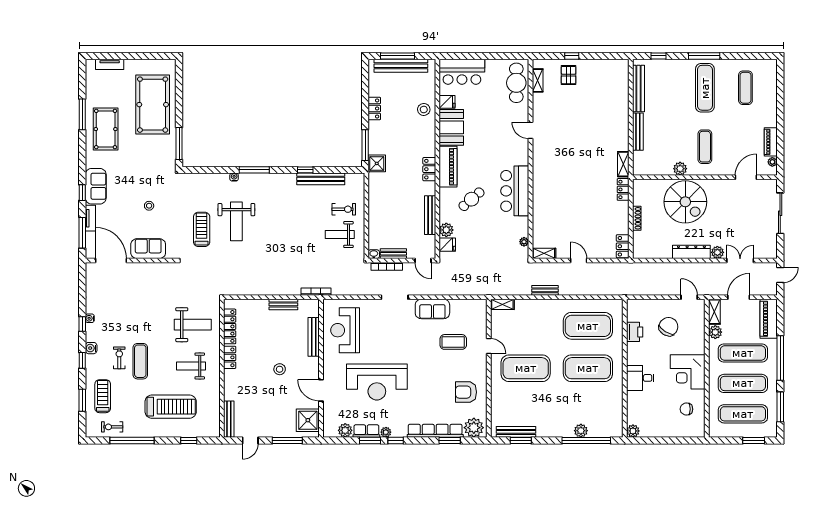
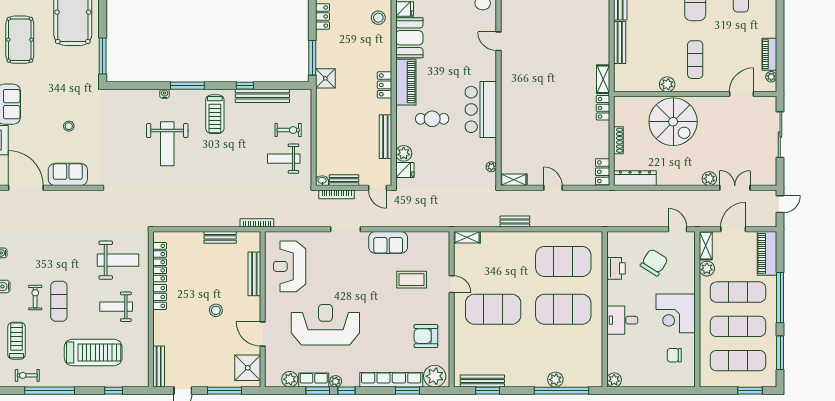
cafe table: (472, 199) -> (432, 119), turned 41
treadmill: (202, 229) -> (215, 114), moved, turned 180
dresser: (691, 252) -> (635, 178), moved
reception desk: (377, 382) -> (325, 325), turned 180

